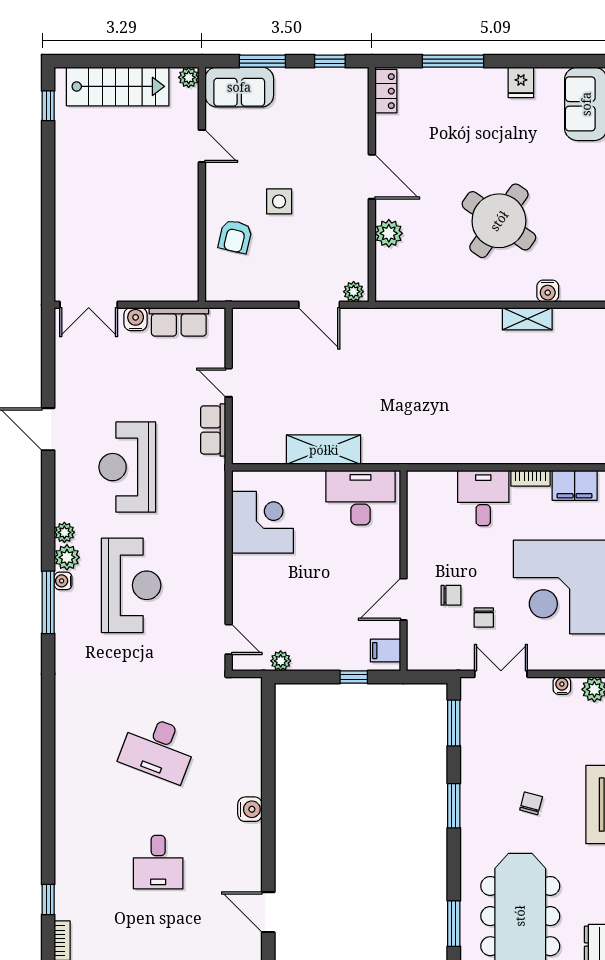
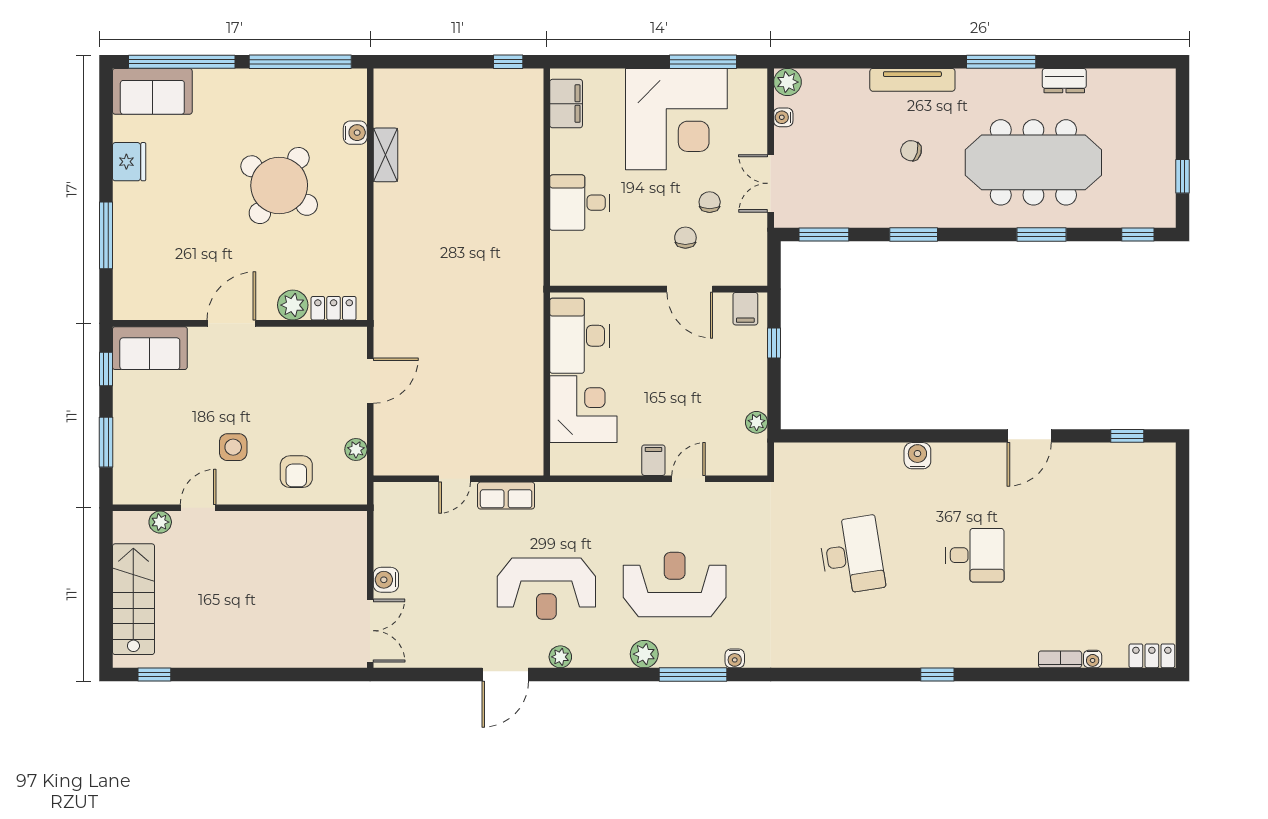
plant: (189, 77) -> (160, 522), moved
fridge: (521, 82) -> (129, 162), width x1.38
sofa: (239, 87) -> (150, 348), moved, turned 90
locker: (386, 91) -> (334, 308), moved
side table: (279, 201) -> (233, 447), moved
armchair: (235, 237) -> (296, 472), turned 77
plant: (354, 292) -> (356, 449), moved
row of seats: (179, 322) -> (389, 533), removed
shelving: (324, 450) -> (527, 376), removed
bookcase: (530, 478) -> (558, 151), removed
corner desk: (262, 522) -> (583, 409), moved, turned 90
plant: (64, 532) -> (560, 657), moved
filing cabinet: (246, 566) -> (653, 460), added
water cooler: (63, 581) -> (735, 658), moved
chair: (484, 618) -> (710, 202), turned -90
door: (229, 639) -> (689, 479), moved
desk: (158, 749) -> (852, 555), turned -30
window: (48, 900) -> (937, 675), moved

